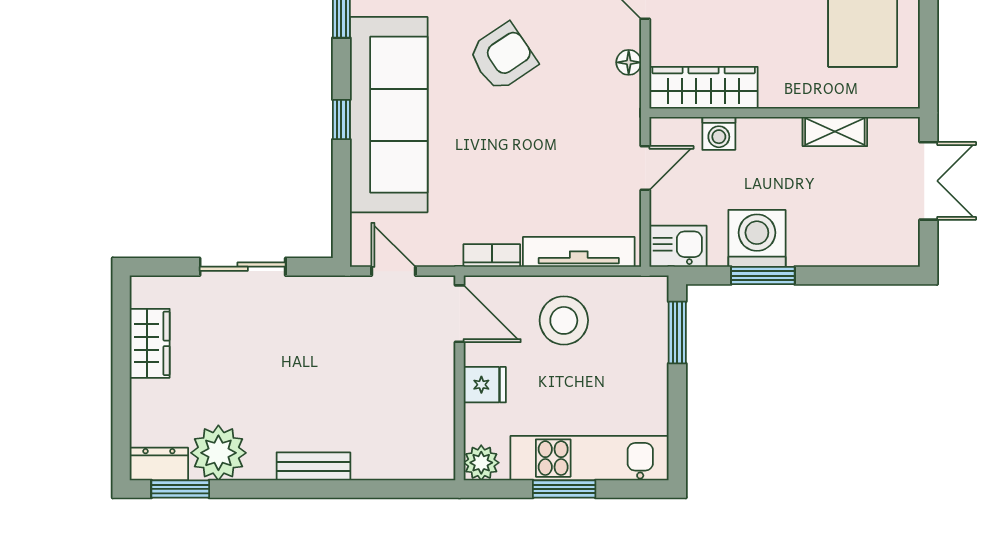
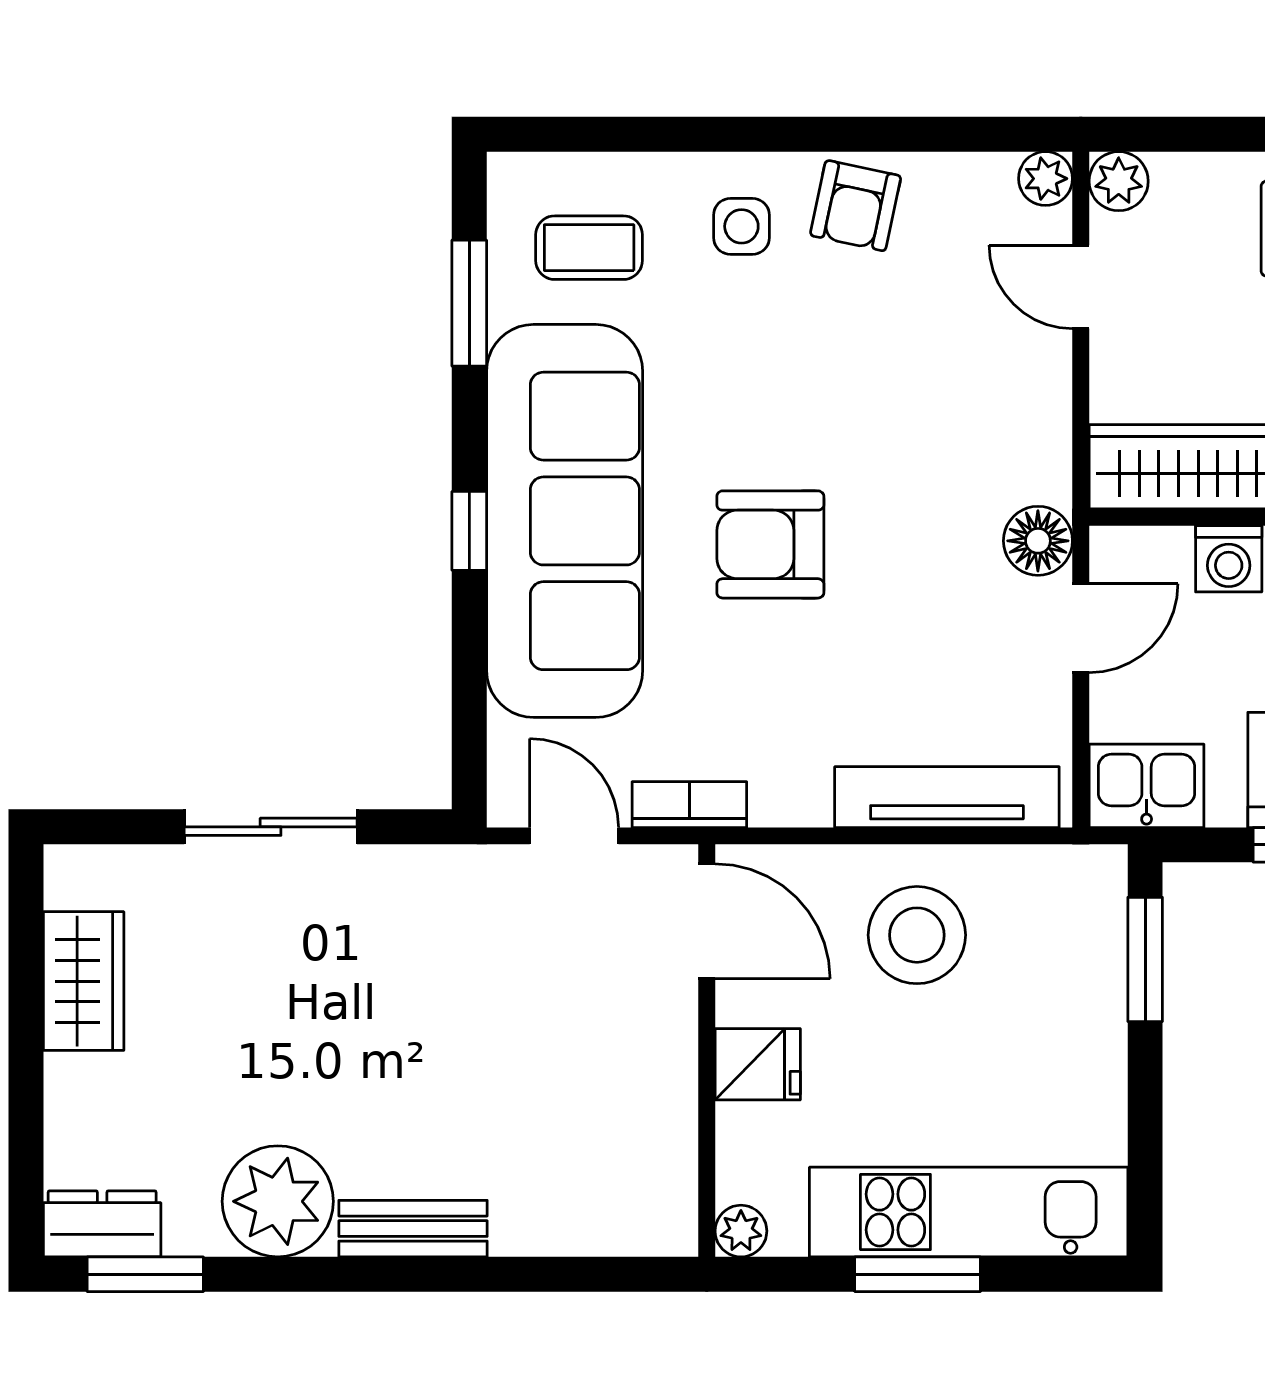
armchair: (503, 57) -> (770, 544), moved, turned -146
floor lamp: (629, 62) -> (1038, 541), moved, width x1.37, depth x1.37
bookcase: (492, 256) -> (689, 805), moved
plant: (218, 453) -> (278, 1201), moved
plant: (481, 463) -> (741, 1231), width x0.73, depth x0.73

